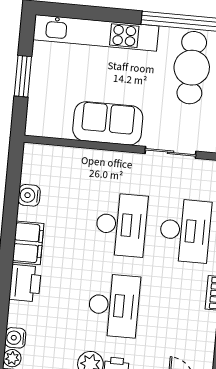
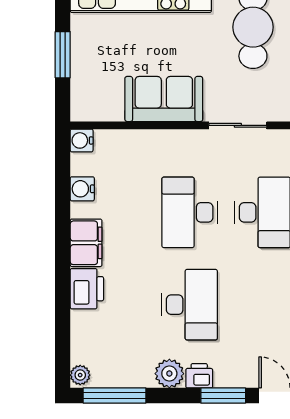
desk: (121, 225) -> (190, 212), turned 180
water cooler: (15, 338) -> (82, 140), moved

